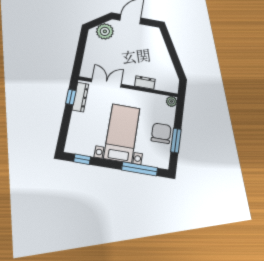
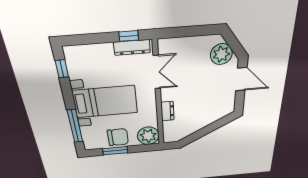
plant: (172, 101) -> (148, 136), width x1.87, depth x1.87

